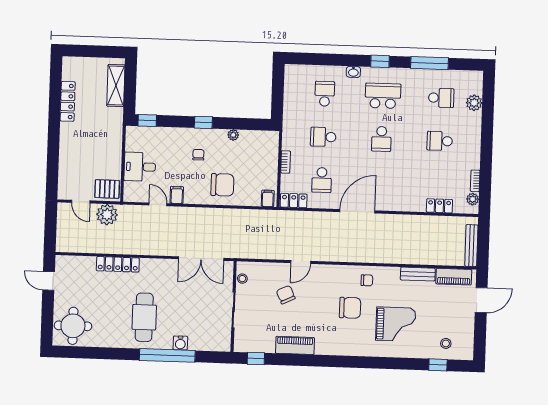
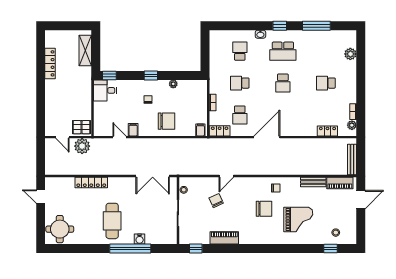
school desk: (383, 96) -> (283, 51), turned 180
school desk: (441, 98) -> (326, 51), removed
desk: (140, 167) -> (105, 90), moved

